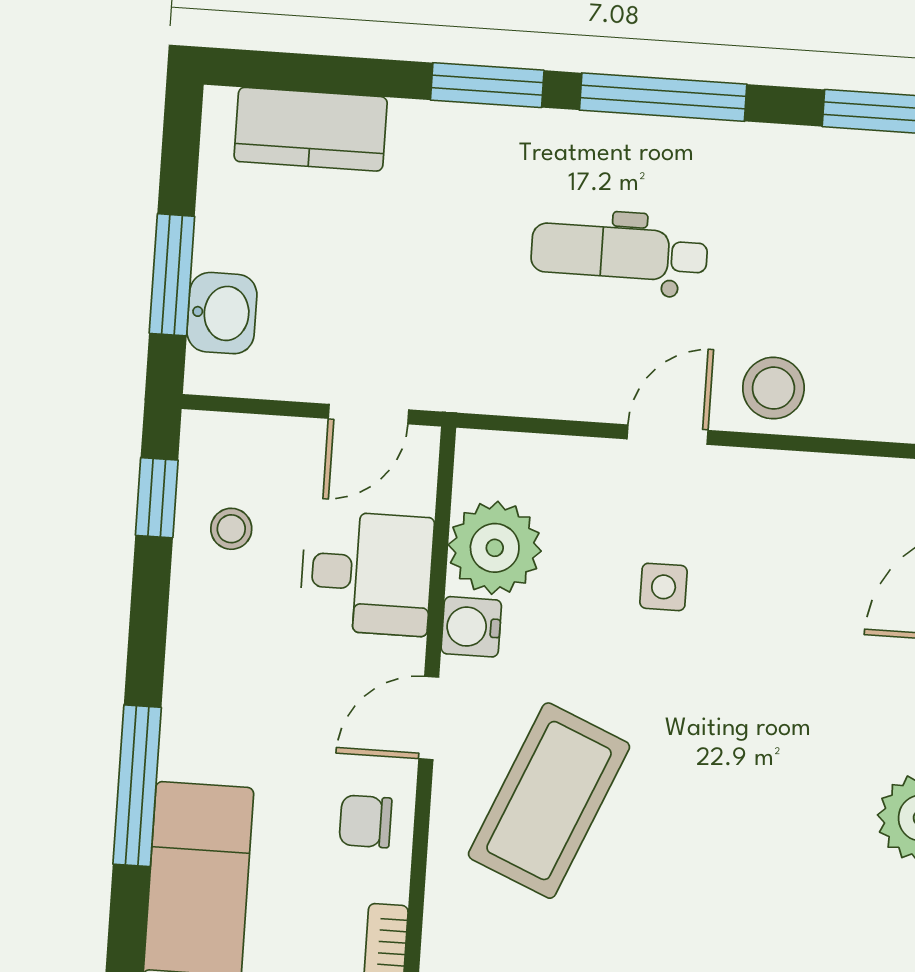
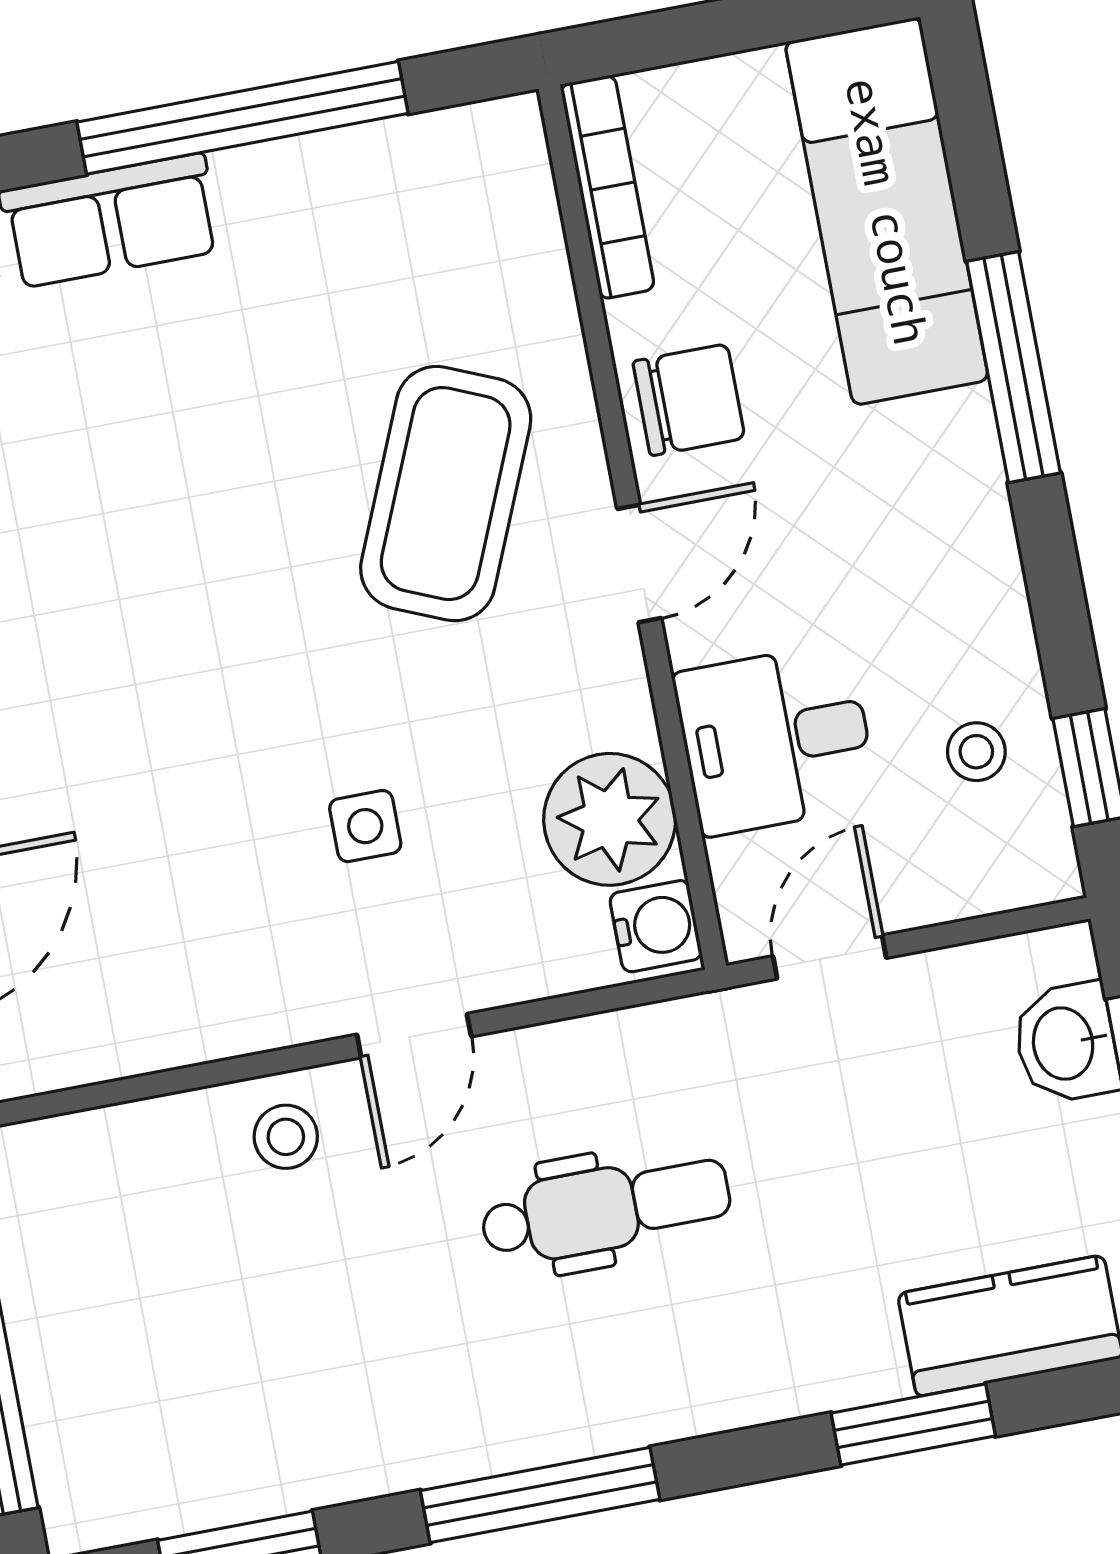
window: (487, 85) -> (913, 1424), moved
dental chair: (619, 253) -> (606, 1209), moved
stool: (773, 388) -> (286, 1137), width x0.73, depth x0.73
water cooler: (471, 627) -> (656, 926), moved
chair: (366, 821) -> (689, 400), width x1.37, depth x1.37

